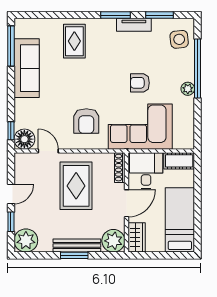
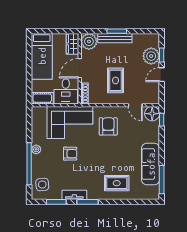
rug: (74, 41) -> (117, 183), turned 90
rug: (76, 186) -> (116, 80), width x0.73, depth x0.70
plant: (26, 240) -> (151, 56), moved

